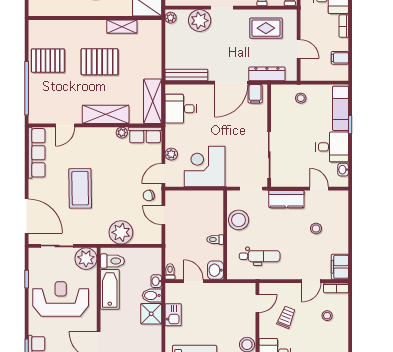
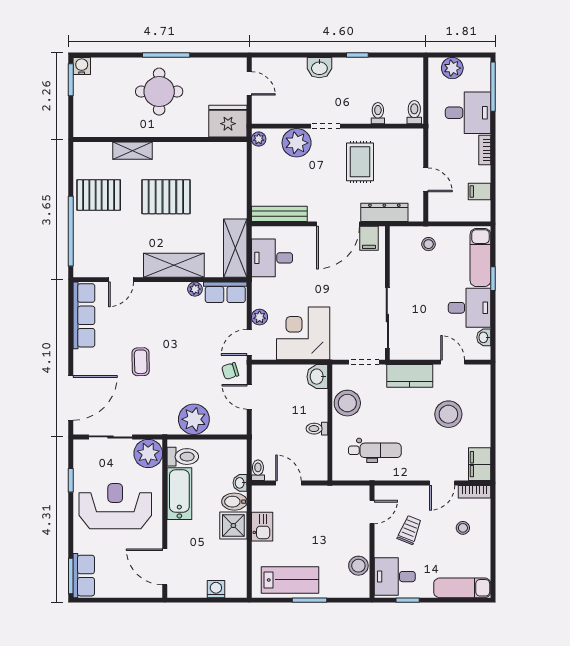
shelving: (122, 27) -> (133, 151), moved
rug: (266, 28) -> (360, 162), moved, turned 90
coffee table: (80, 188) -> (141, 362), width x0.54, depth x0.58
door: (27, 216) -> (71, 398), hinge flipped
stool: (316, 229) -> (448, 414), width x1.89, depth x1.89
washbasin: (215, 270) -> (317, 377), moved

